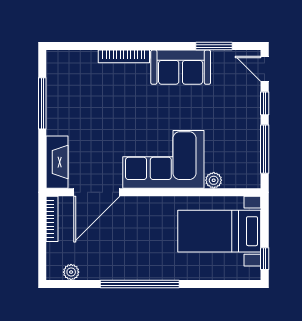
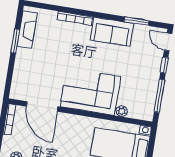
window: (42, 103) -> (15, 41), width x0.69
fireplace: (57, 162) -> (27, 30), moved
door: (97, 192) -> (42, 107), hinge flipped

